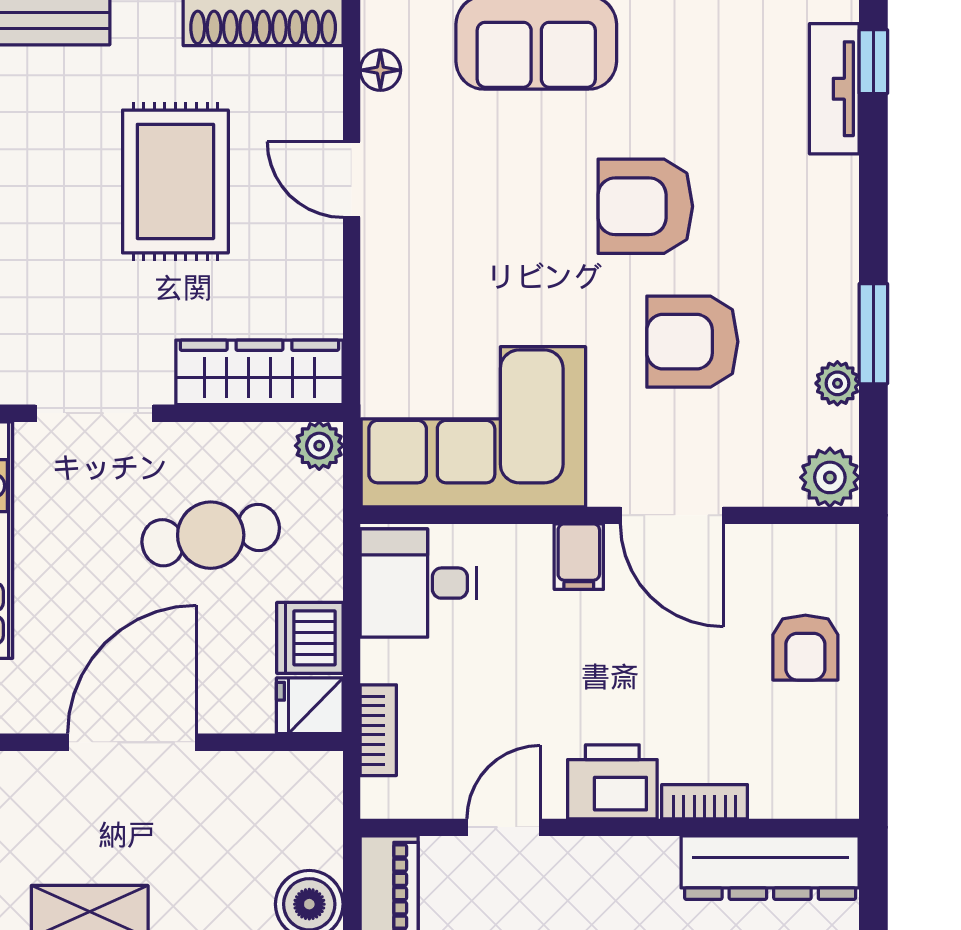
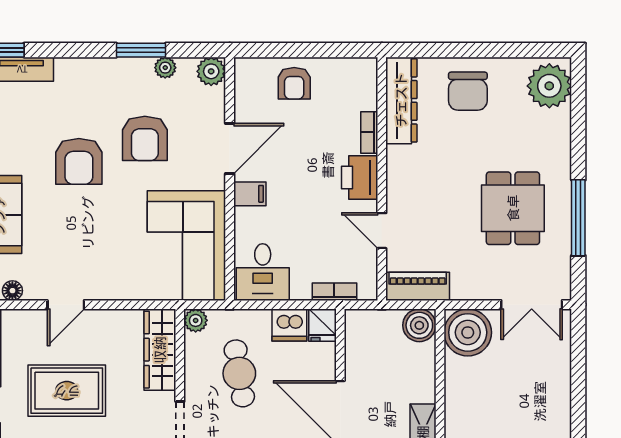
armchair: (805, 648) -> (294, 83), turned 90

